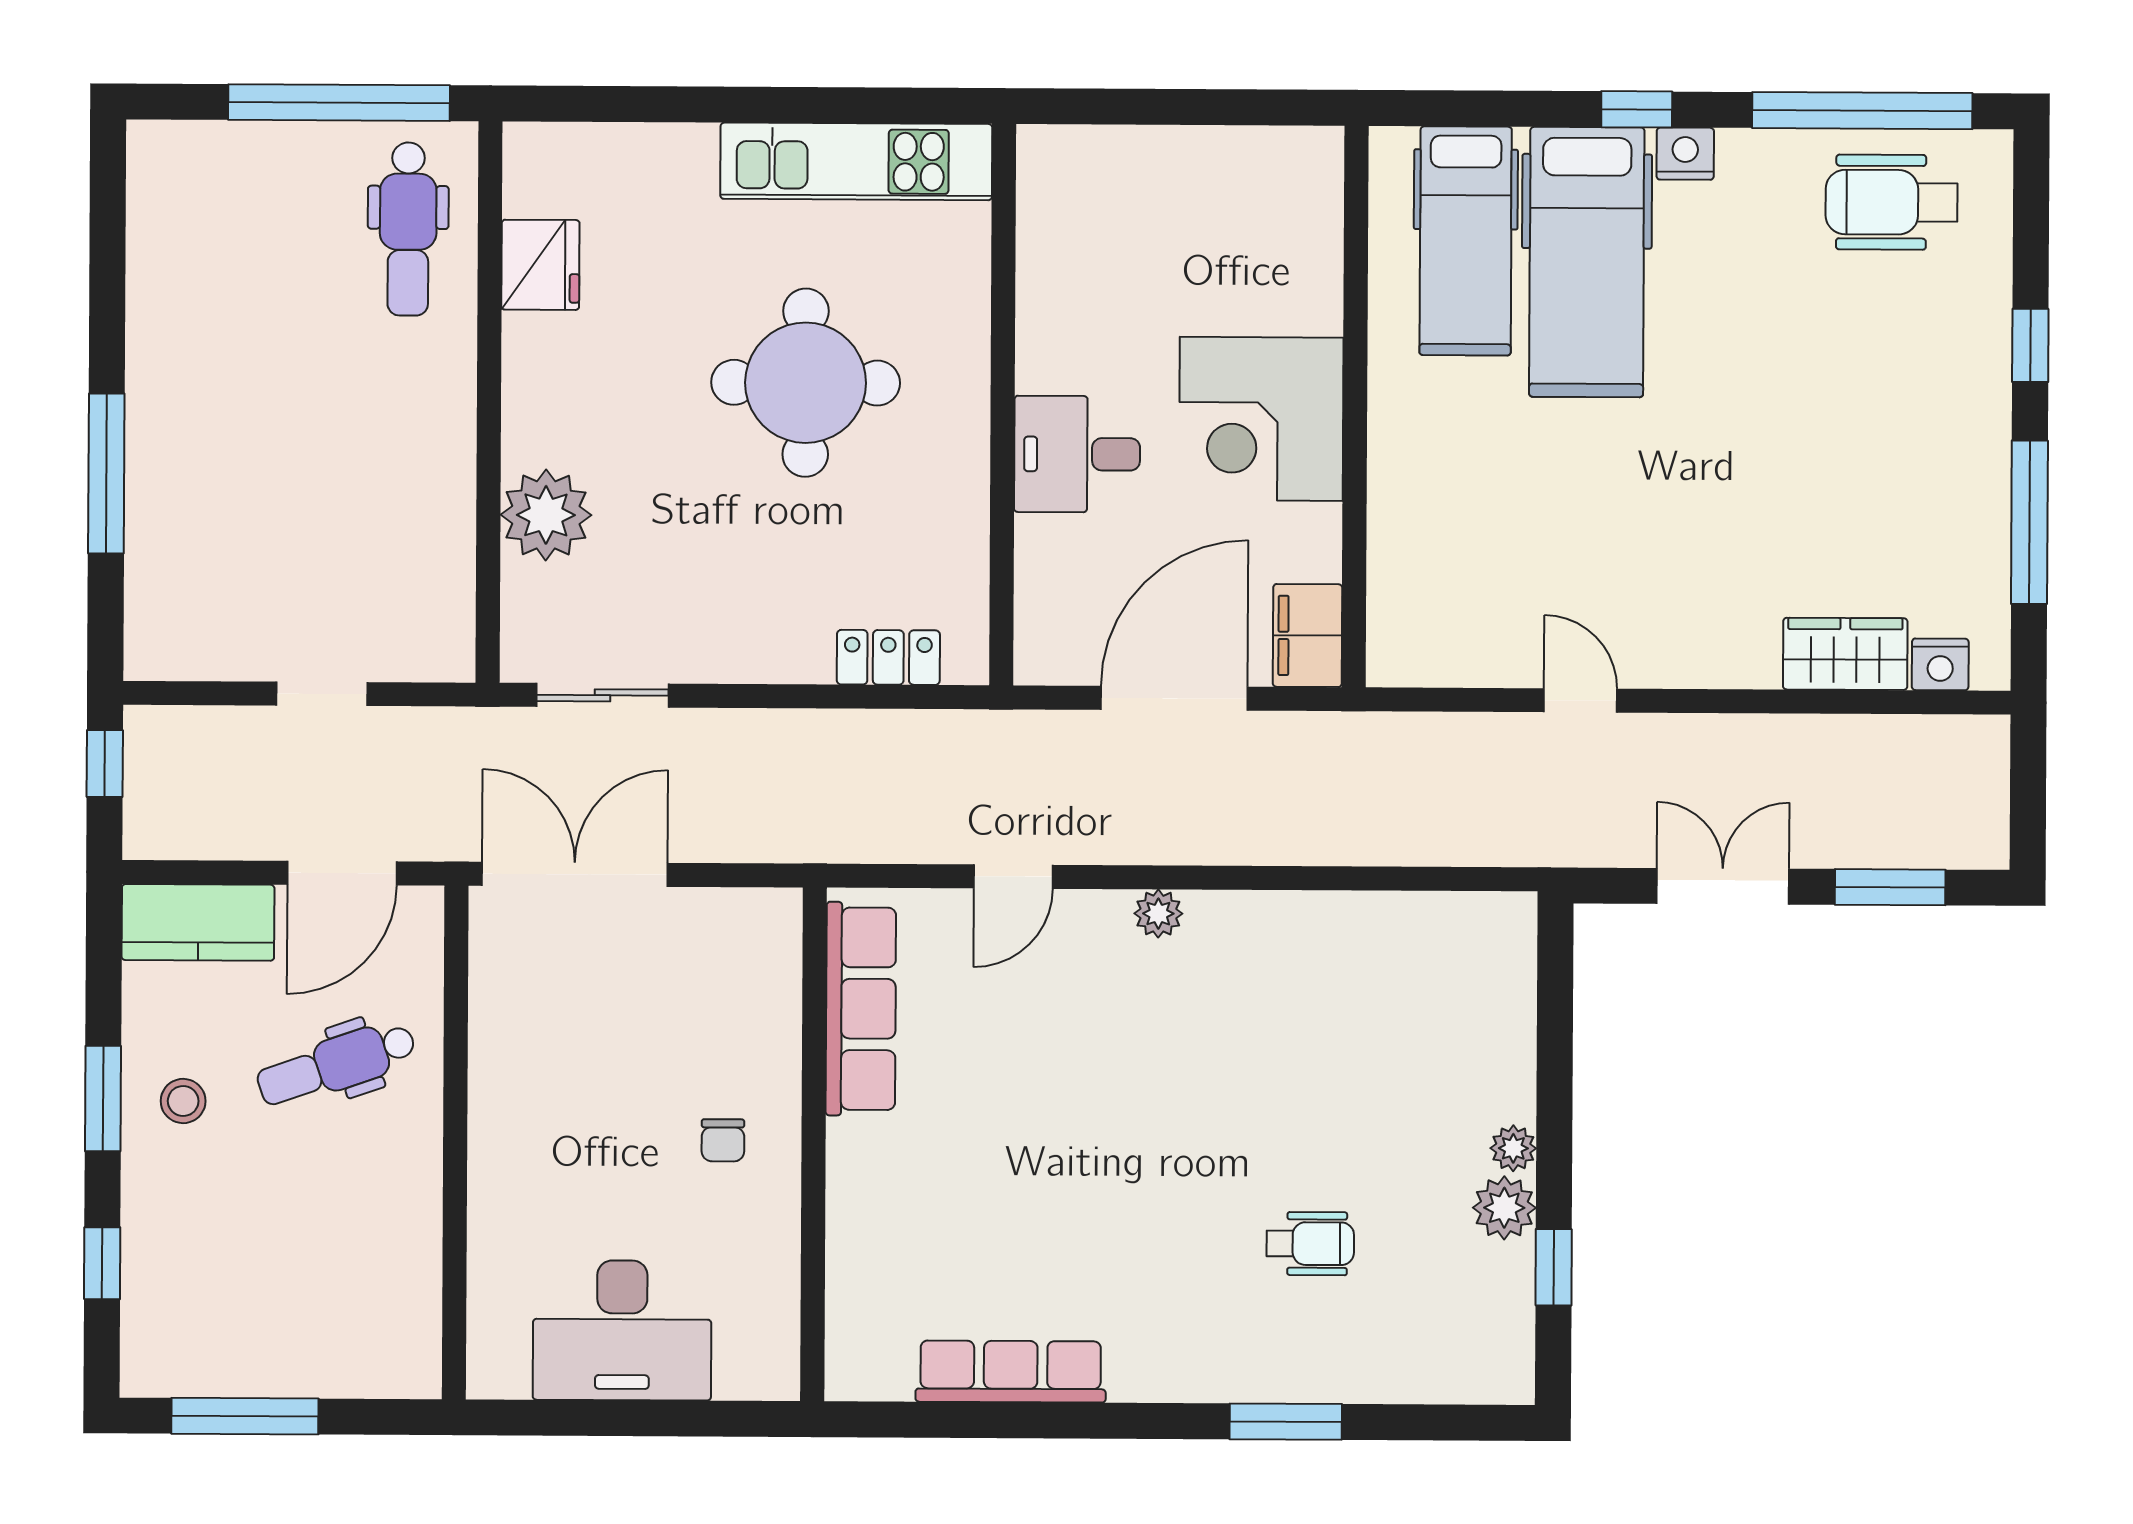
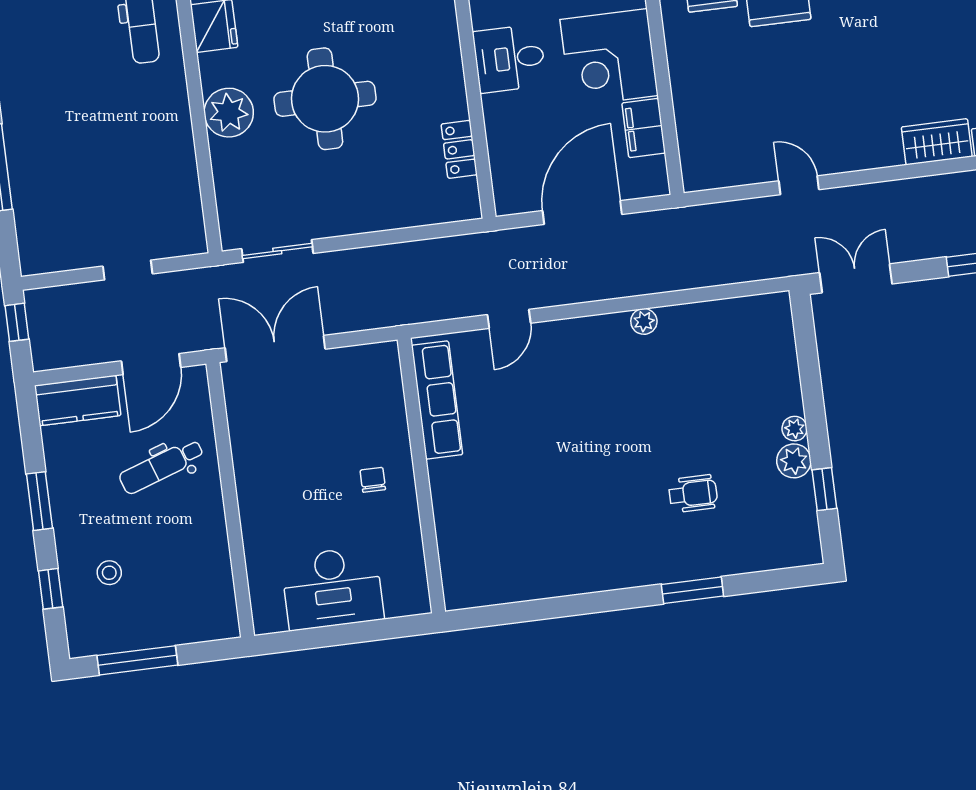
round table: (806, 383) -> (325, 99), moved
desk: (1077, 454) -> (509, 59), moved
plant: (546, 515) -> (229, 113), moved
filing cabinet: (1308, 635) -> (644, 128), moved
locker: (888, 657) -> (459, 149), moved, turned -90
double door: (1723, 886) -> (856, 278), moved
plant: (1158, 914) -> (644, 321), moved
stool: (183, 1101) -> (109, 573), moved
chair: (723, 1140) -> (373, 480), turned 180
row of seats: (1011, 1372) -> (542, 583), removed

